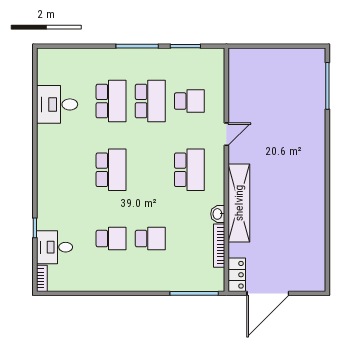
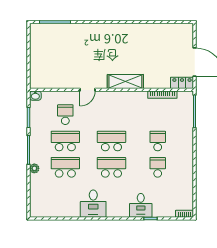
plant: (109, 55) -> (34, 168), added
desk: (57, 104) -> (93, 204), moved
door: (226, 134) -> (88, 90), swing flipped
school desk: (189, 170) -> (111, 141), moved
shelving: (239, 203) -> (125, 81), width x0.68
washbasin: (218, 214) -> (35, 96), moved
desk: (54, 247) -> (141, 205), moved

